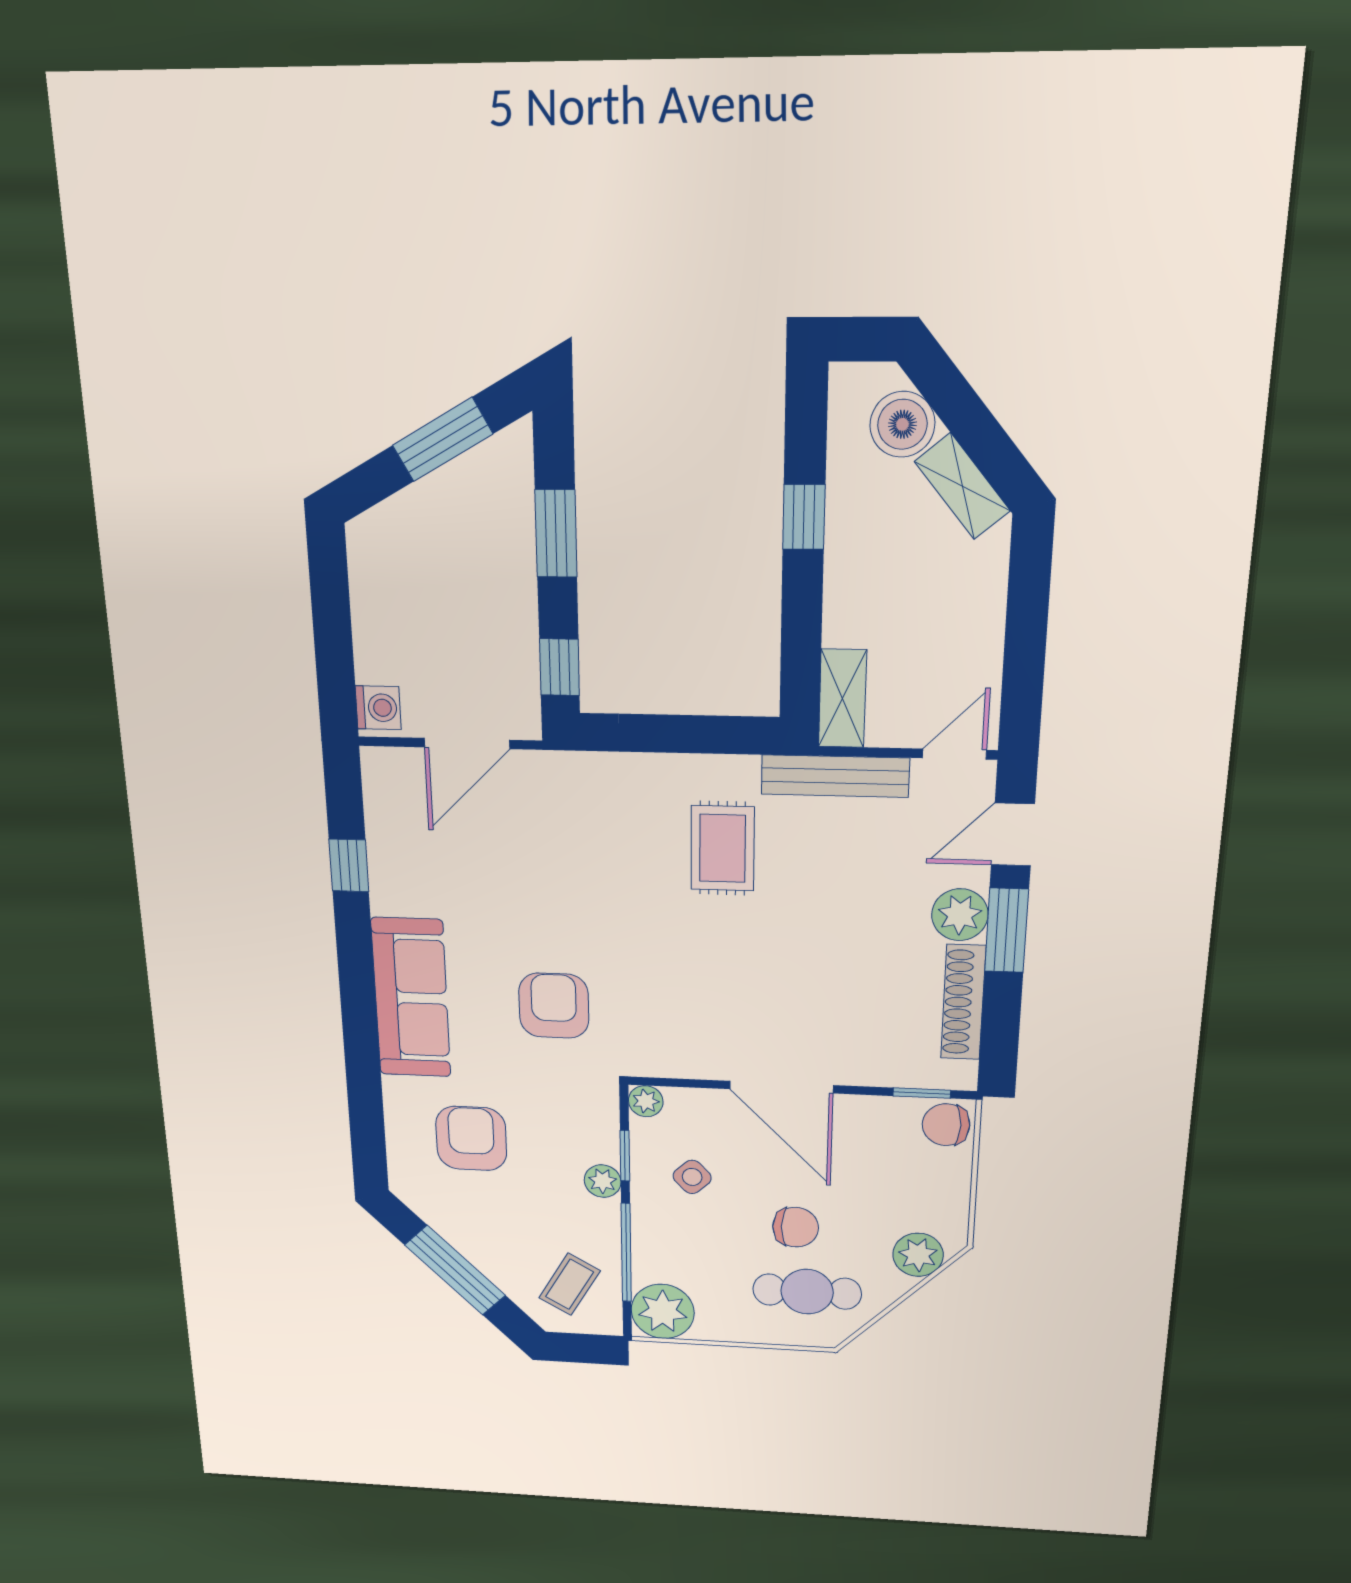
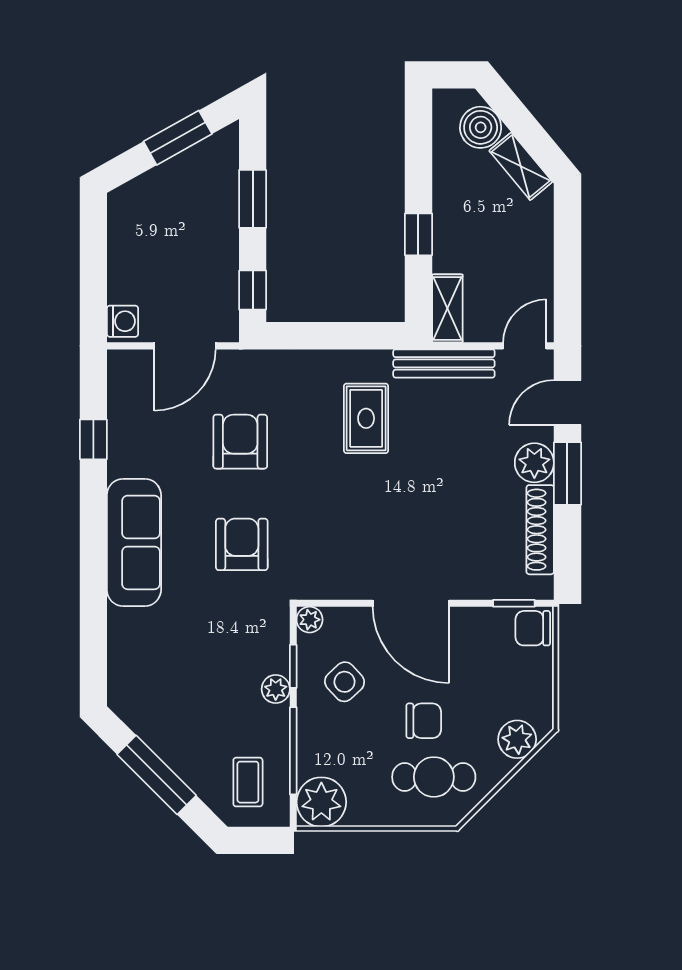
window: (804, 517) -> (418, 234), moved
armchair: (471, 1138) -> (240, 442), moved
side table: (692, 1177) -> (345, 682), width x1.37, depth x1.37
coffee table: (570, 1284) -> (248, 782), turned -30

